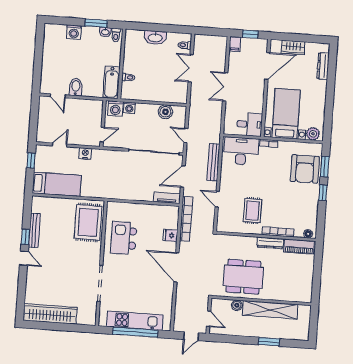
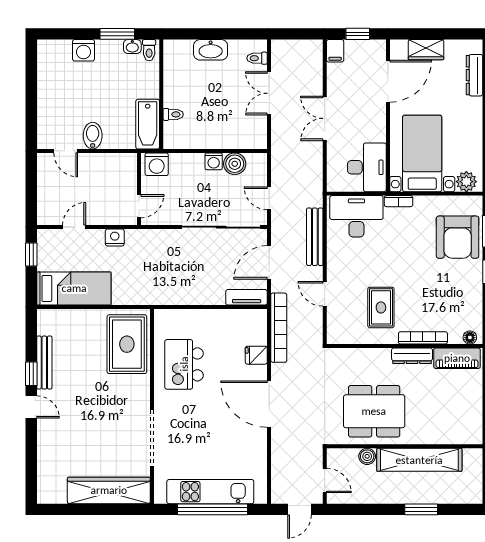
washing machine: (129, 108) -> (214, 161), moved
desk: (250, 124) -> (367, 167), width x1.37
wardrobe: (50, 314) -> (109, 490), moved

